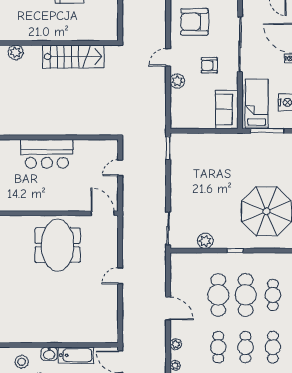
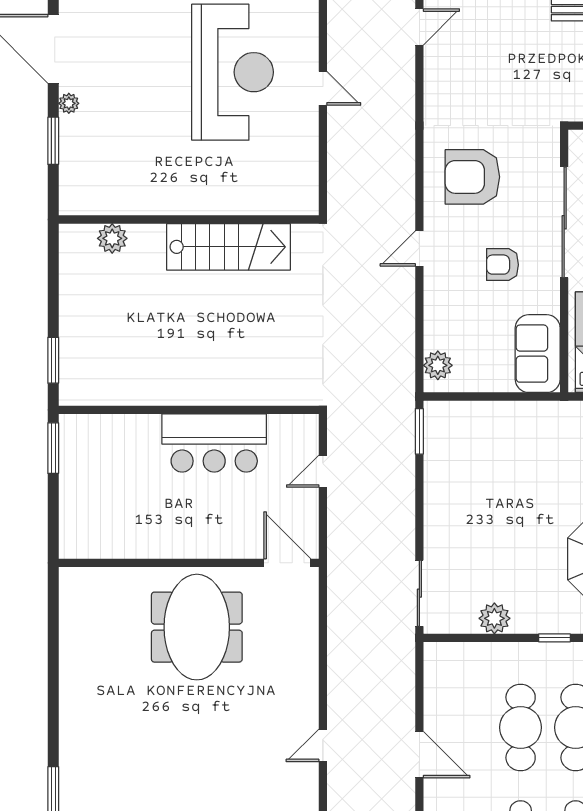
plant: (177, 81) -> (438, 365), moved
bar counter: (47, 154) -> (214, 443), moved
door: (120, 276) -> (323, 745), moved

